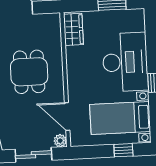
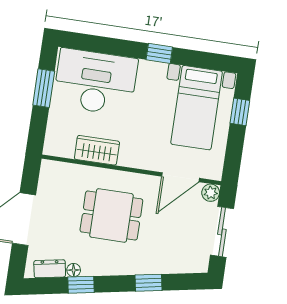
wardrobe: (73, 29) -> (97, 150), moved
desk: (125, 62) -> (95, 82), moved

